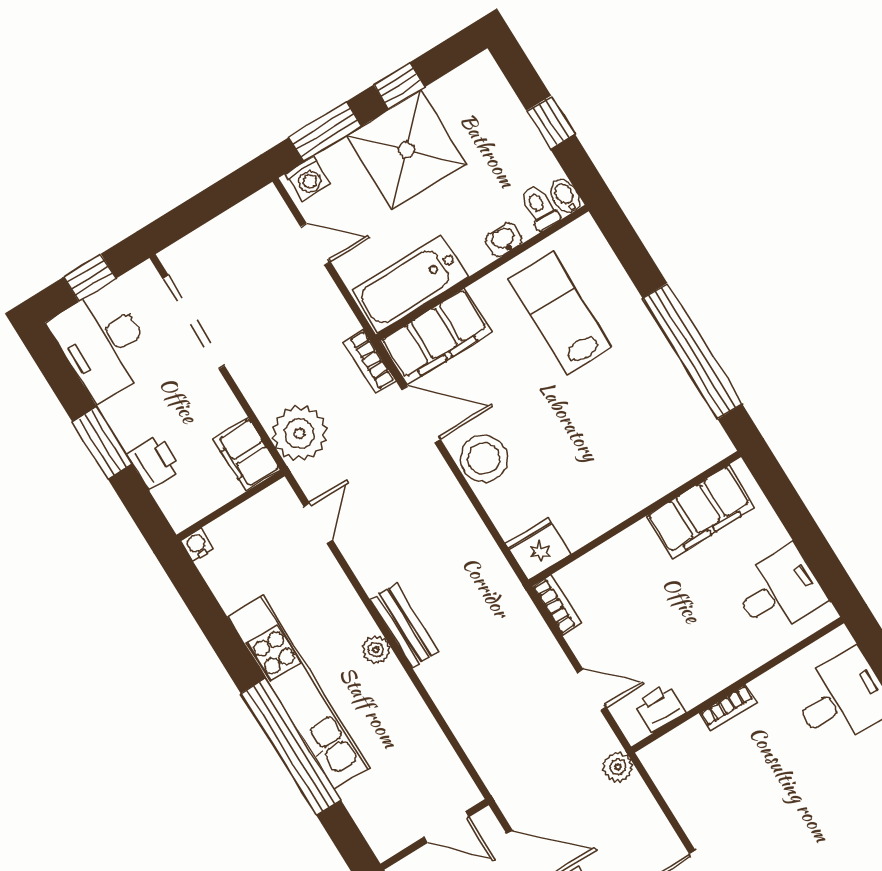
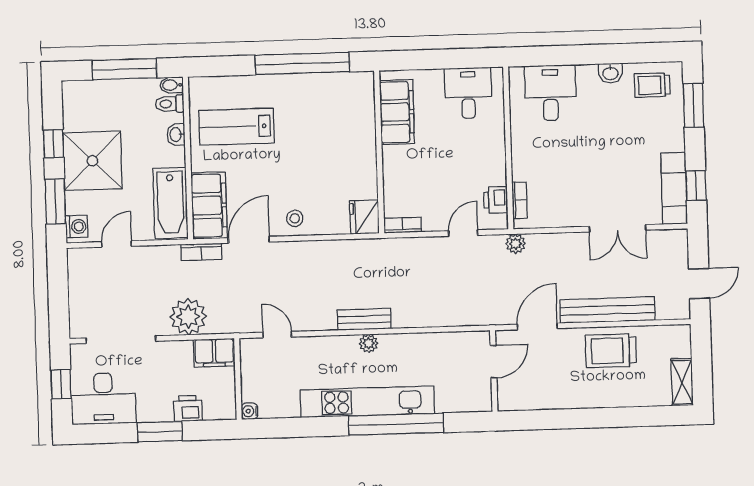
window: (551, 122) -> (124, 69), width x2.17
plant: (300, 433) -> (188, 317), moved
stool: (484, 458) -> (295, 218), width x0.53, depth x0.53
bookcase: (728, 708) -> (520, 200), moved

